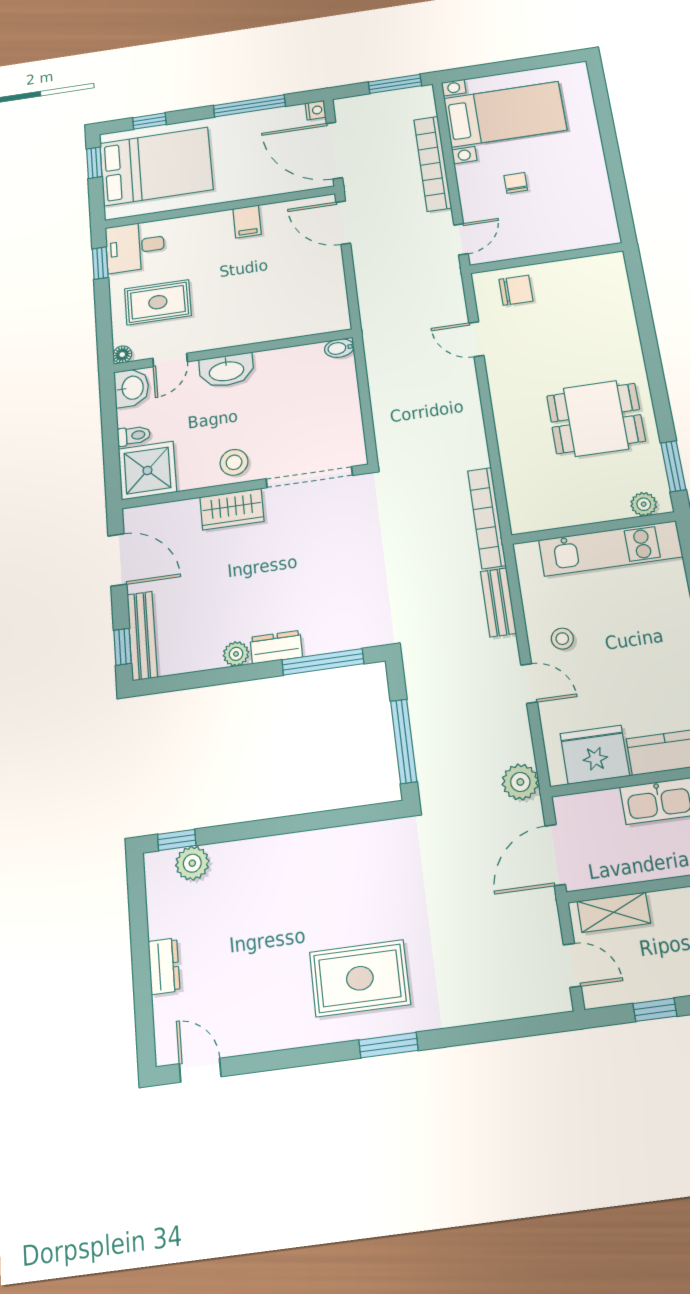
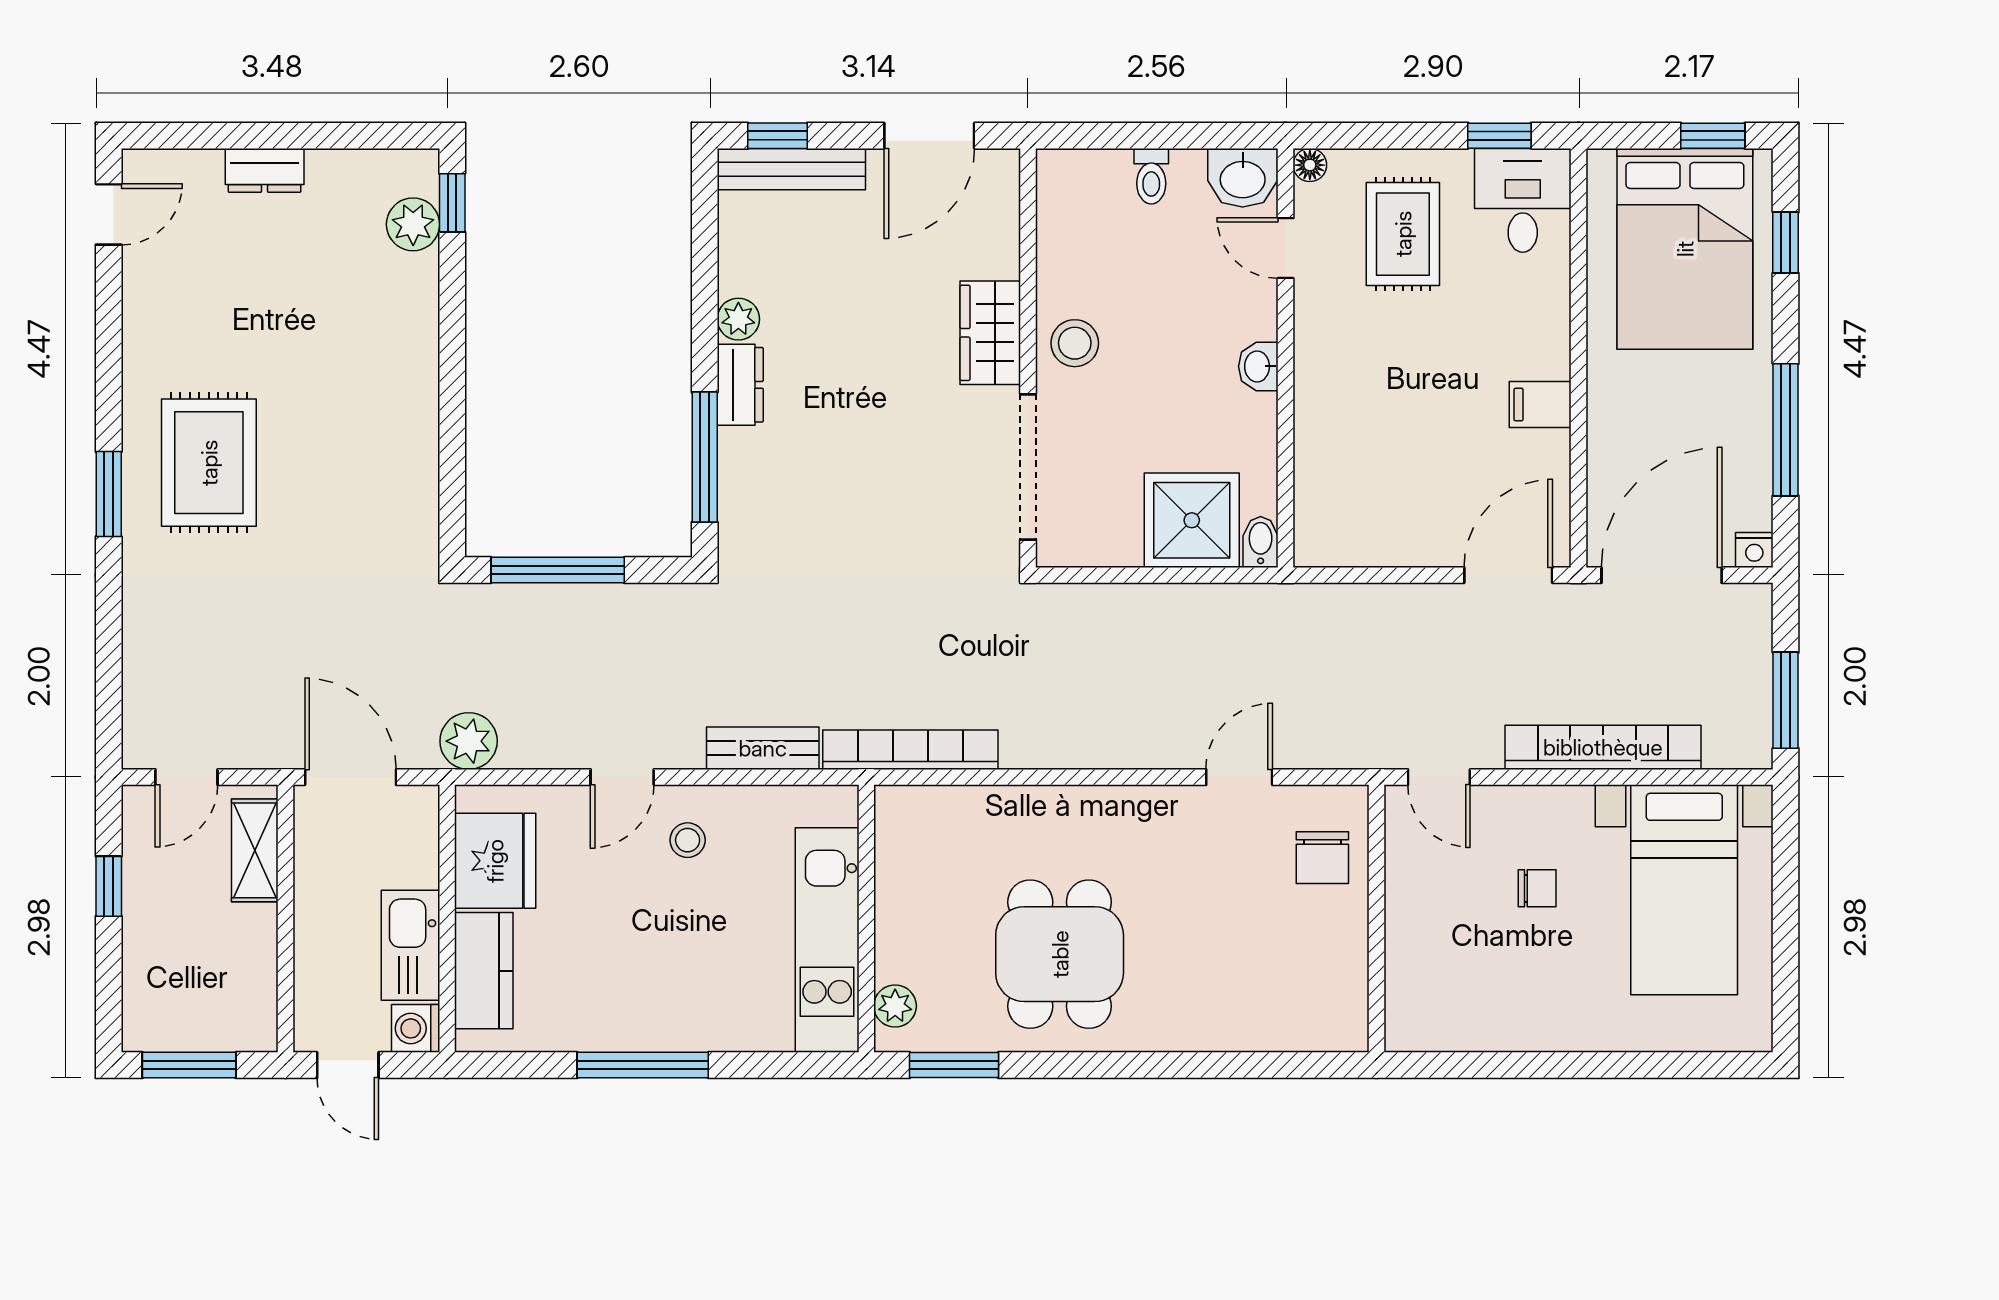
washbasin: (226, 370) -> (1258, 366), width x0.52, depth x0.69
shower: (147, 470) -> (1192, 520), moved

